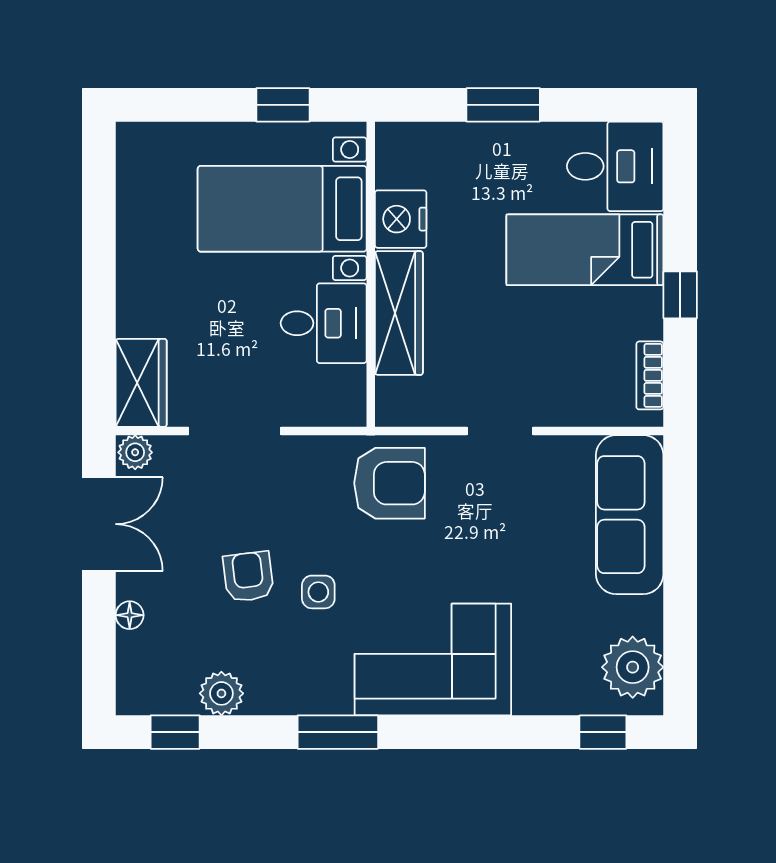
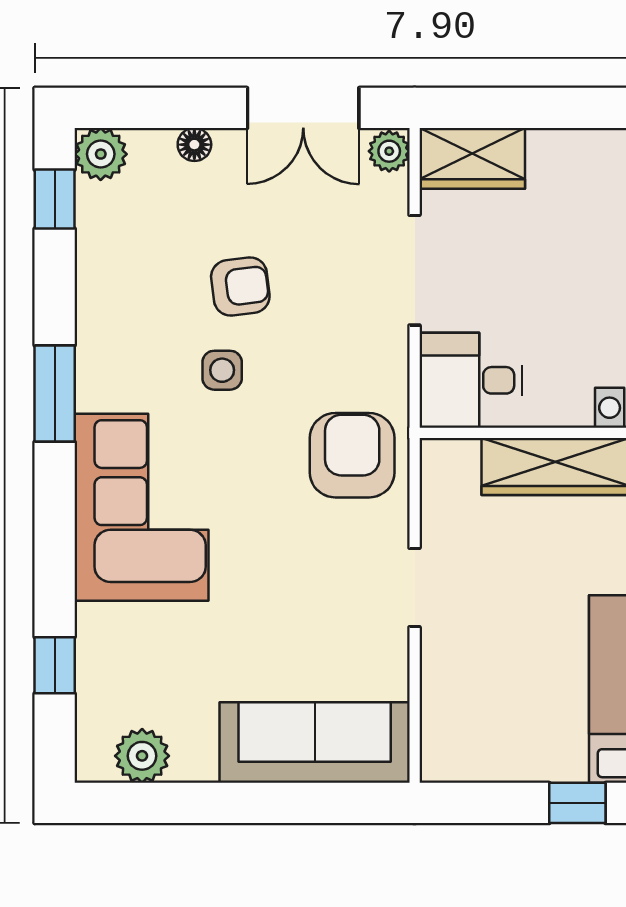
desk: (324, 323) -> (471, 380), moved, turned 90
bookcase: (650, 375) -> (481, 767), removed
armchair: (389, 483) -> (352, 455), turned 180
plant: (633, 667) -> (142, 756), width x0.73, depth x0.73
plant: (221, 693) -> (101, 154), moved
window: (603, 732) -> (55, 665), moved

